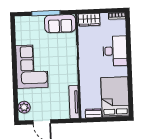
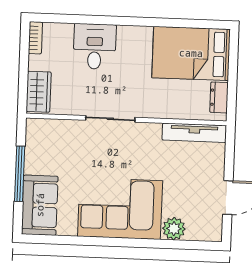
sofa: (60, 24) -> (40, 205), moved
desk: (115, 51) -> (95, 46), width x0.73
plant: (24, 107) -> (174, 229), moved

